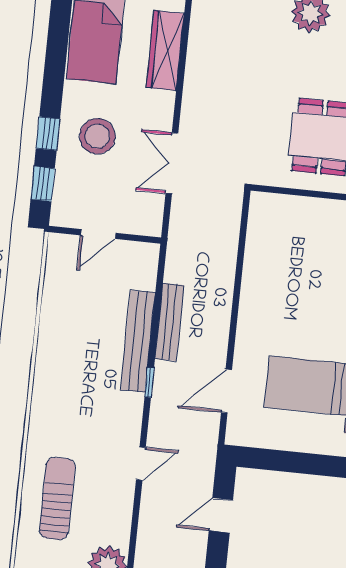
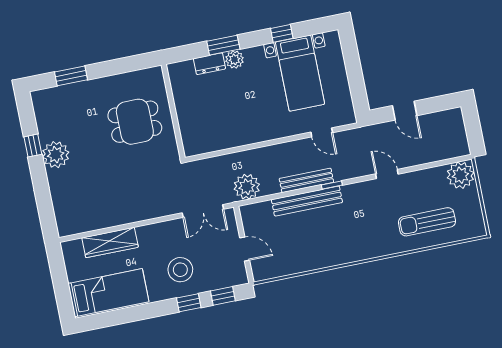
double door: (172, 163) -> (203, 211), moved
plant: (184, 264) -> (247, 187), added
bench: (169, 322) -> (306, 180), moved
door: (227, 391) -> (322, 132), width x0.73

